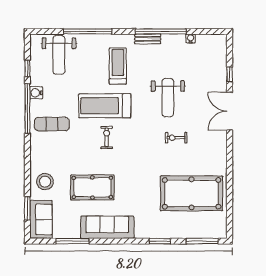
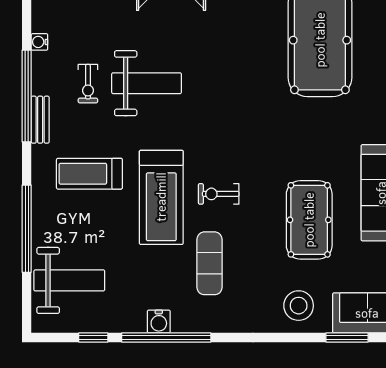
water cooler: (36, 93) -> (159, 322), moved
exercise mat: (52, 124) -> (210, 263), moved
exercise bike: (176, 138) -> (88, 84), moved

